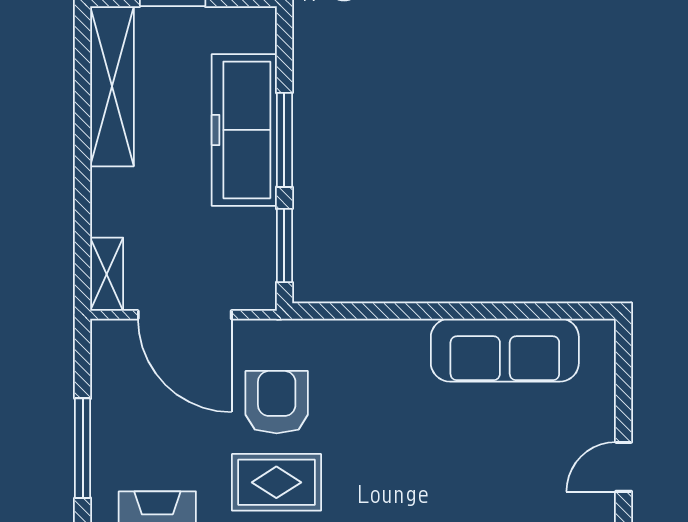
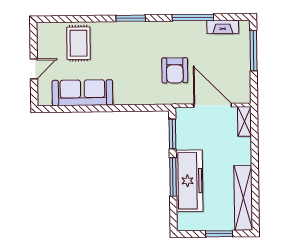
door: (624, 467) -> (34, 69), moved
rug: (276, 482) -> (78, 43), moved, turned 90

